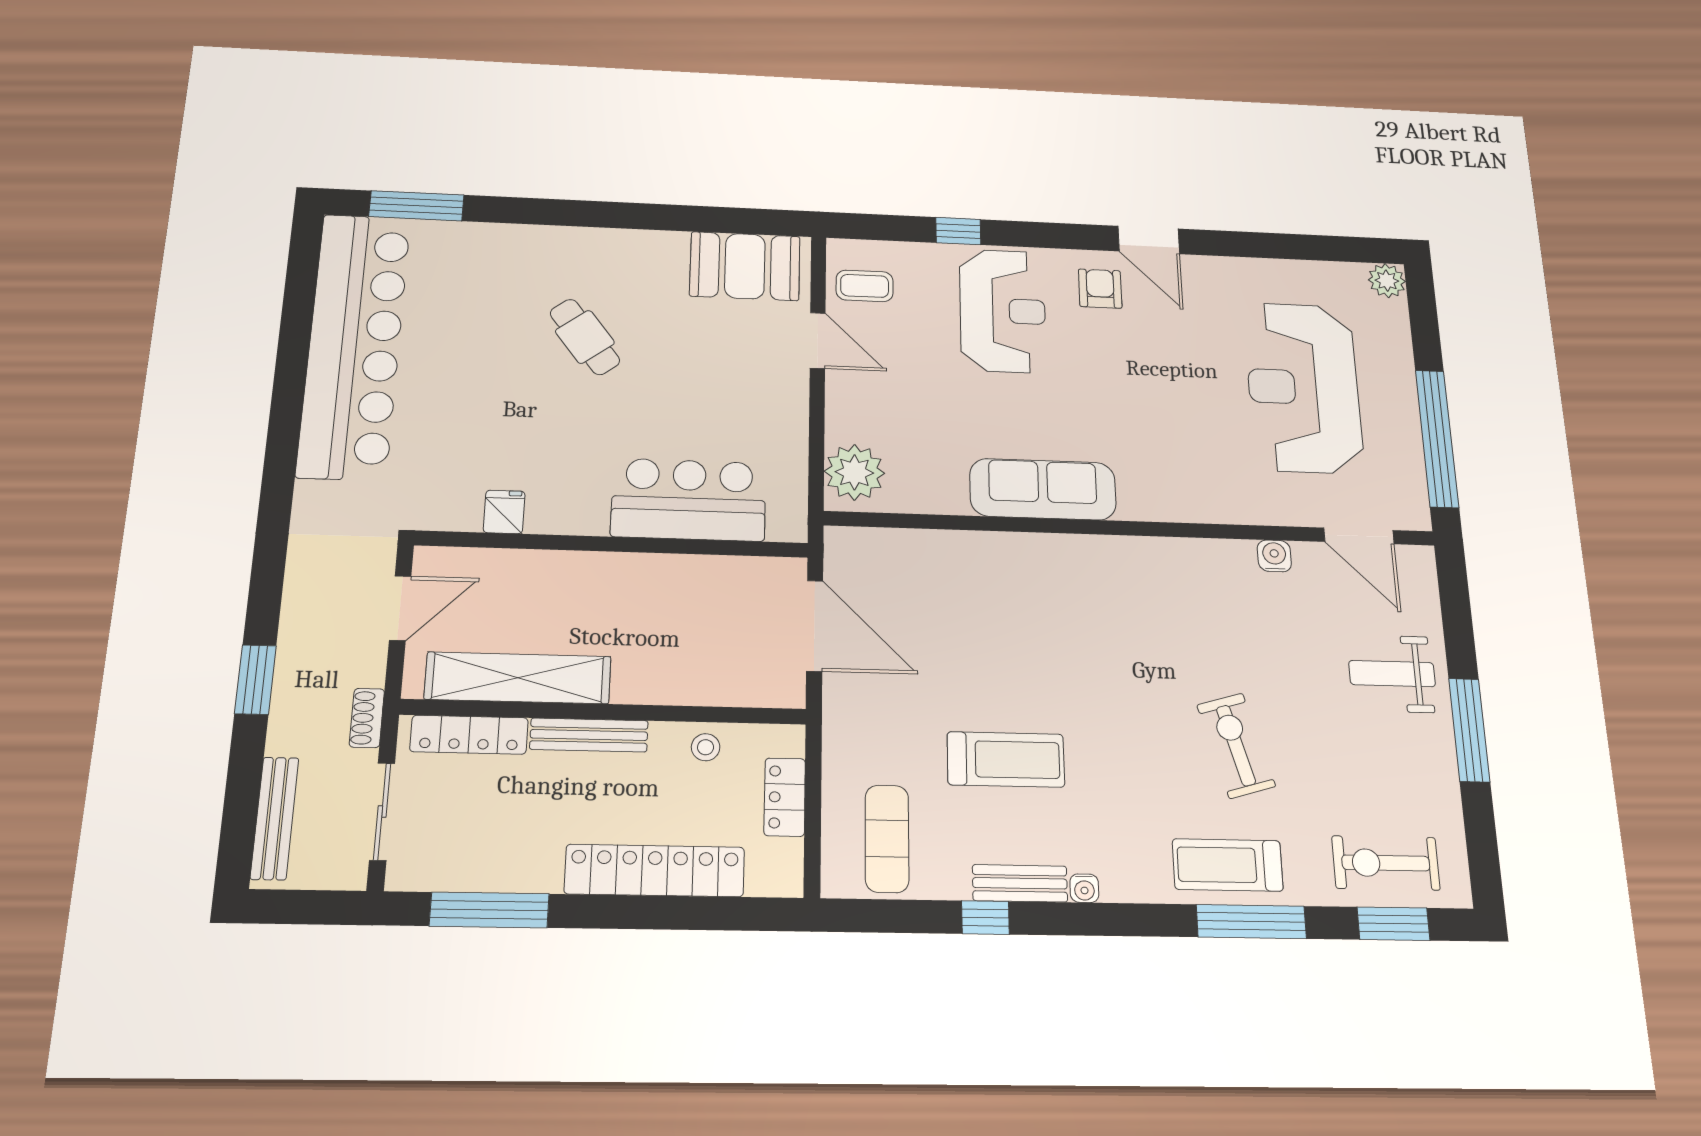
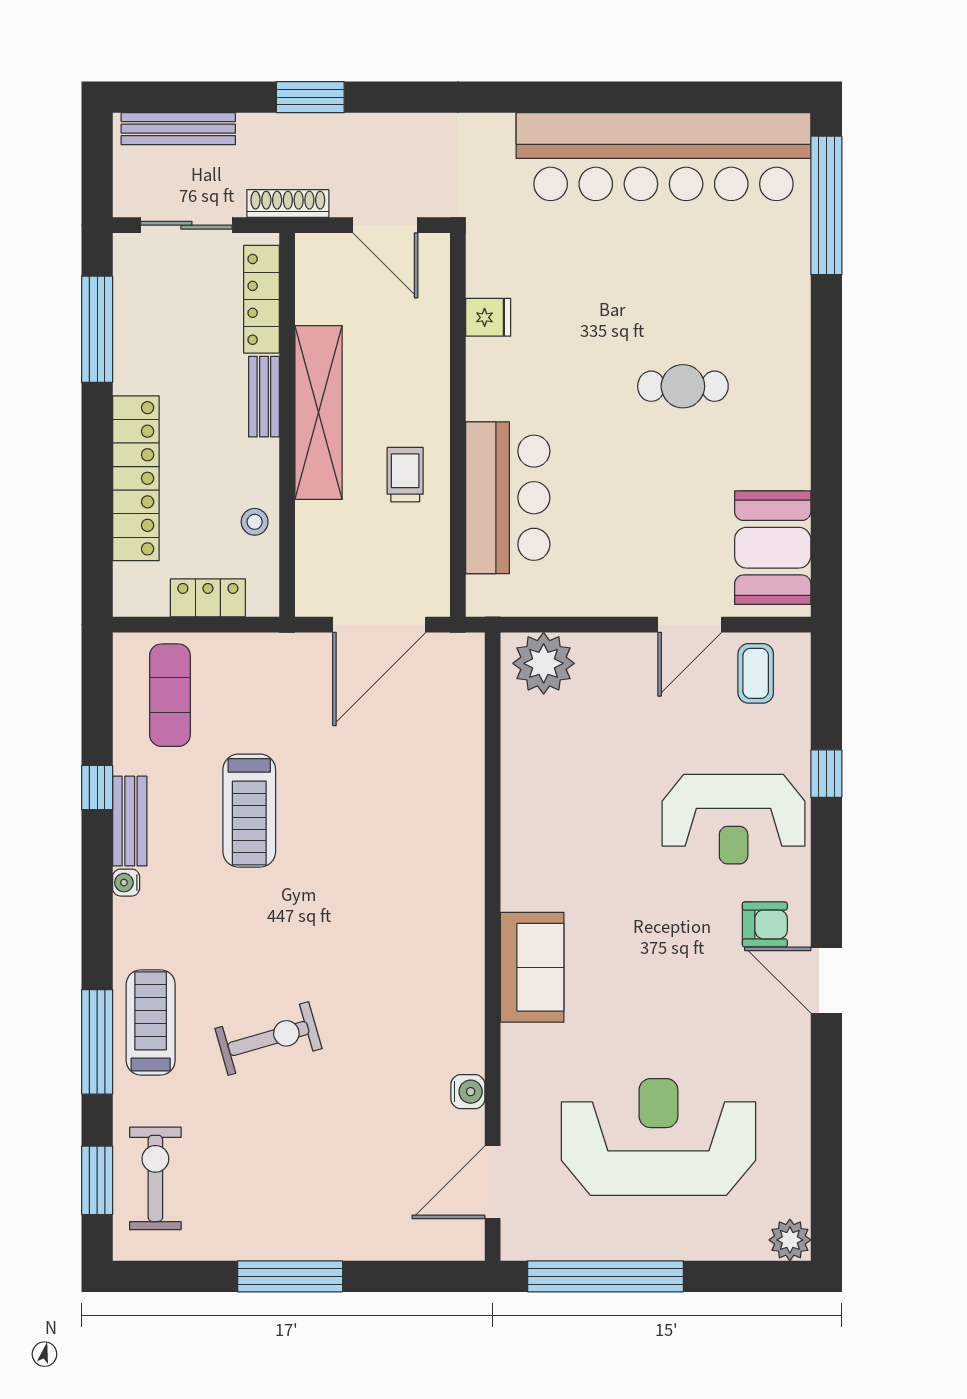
window: (416, 206) -> (826, 205), width x1.46
door: (1149, 240) -> (826, 980), hinge flipped
cafe table: (585, 337) -> (683, 386), turned 37
sofa: (1043, 489) -> (532, 967), moved, width x0.73
trolley: (662, 596) -> (405, 475), added
weight bench: (1392, 674) -> (346, 1203), removed
shelving: (518, 678) -> (319, 413), moved
shoe rack: (367, 718) -> (288, 203), width x1.43
bench: (589, 735) -> (264, 397), width x0.73
exercise mat: (887, 839) -> (170, 695), turned 90

